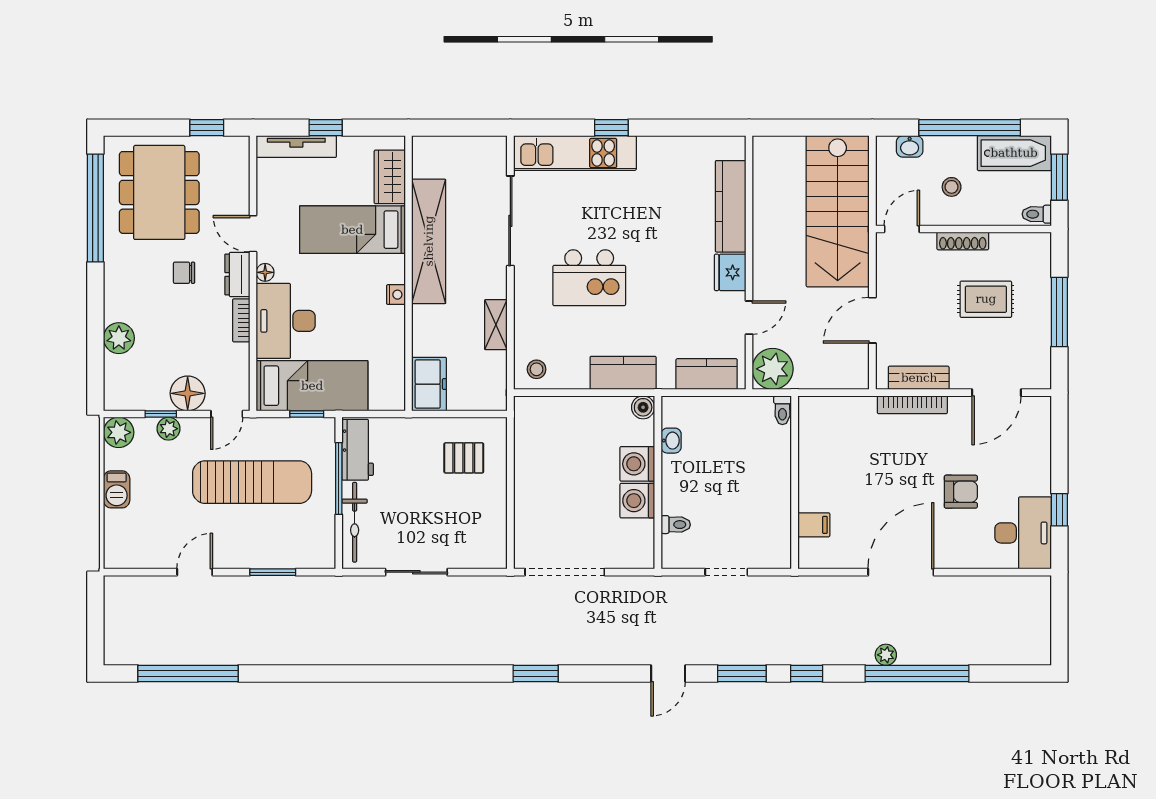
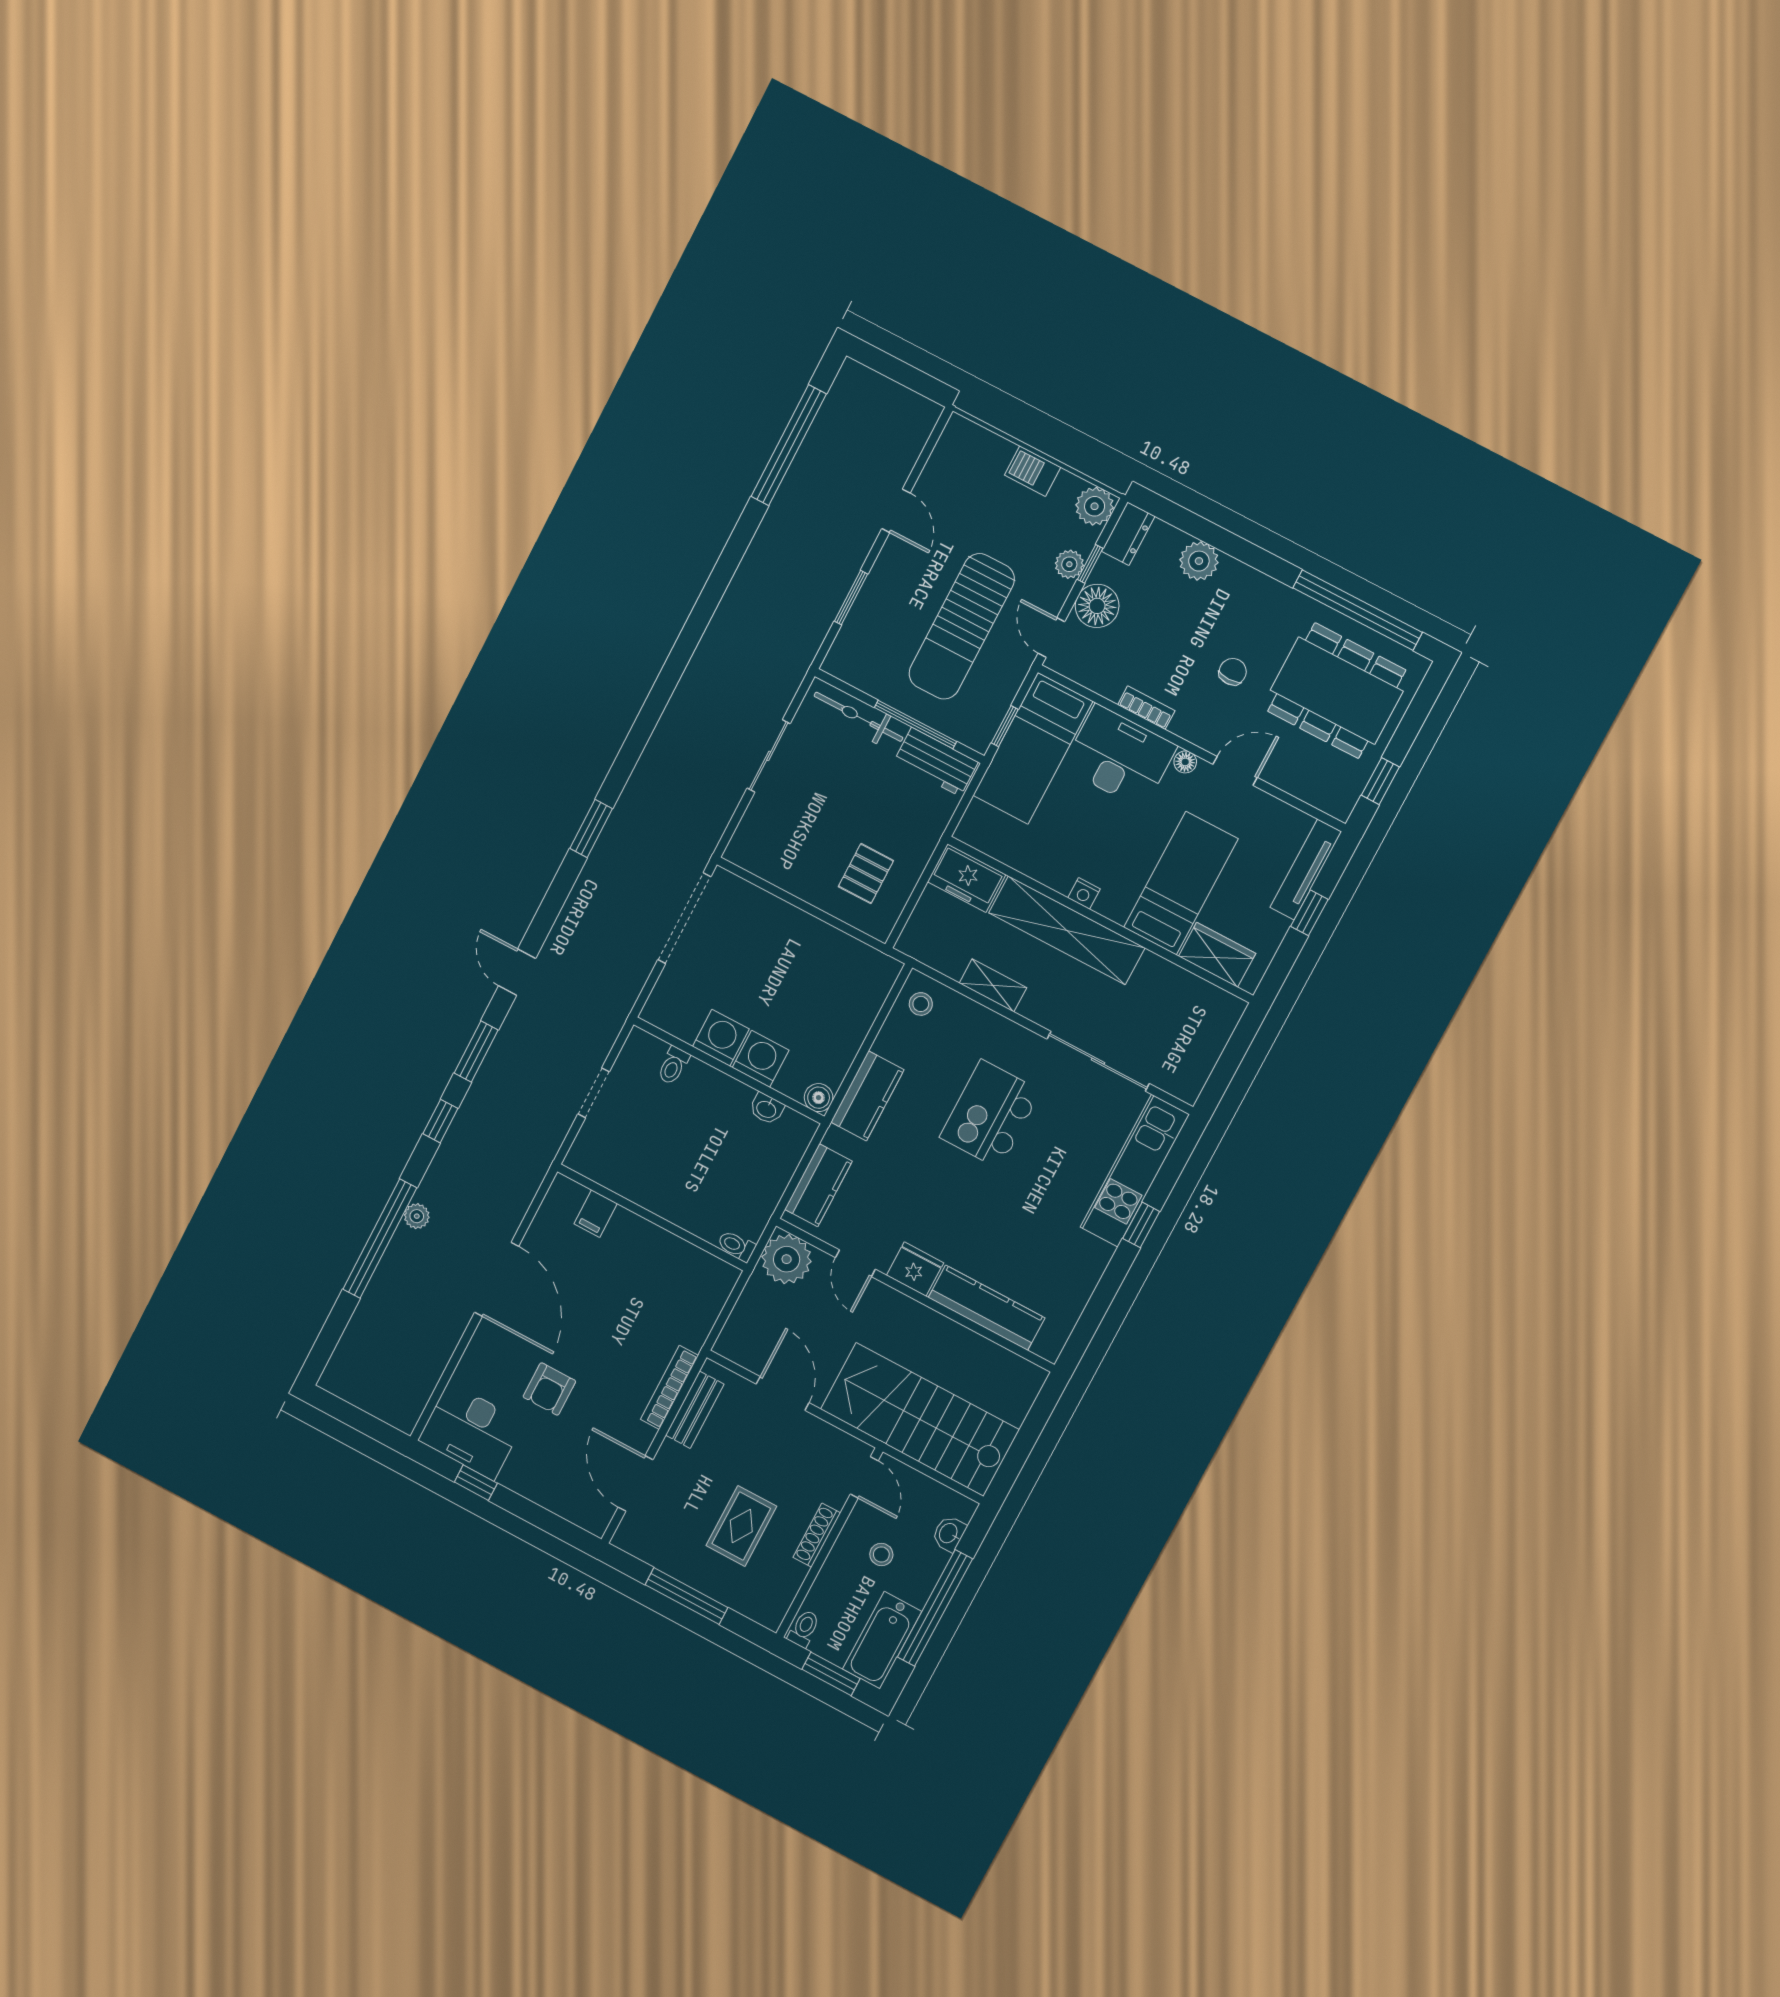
shelving: (429, 241) -> (1067, 930), moved
dresser: (237, 275) -> (1128, 534), moved, turned 90

